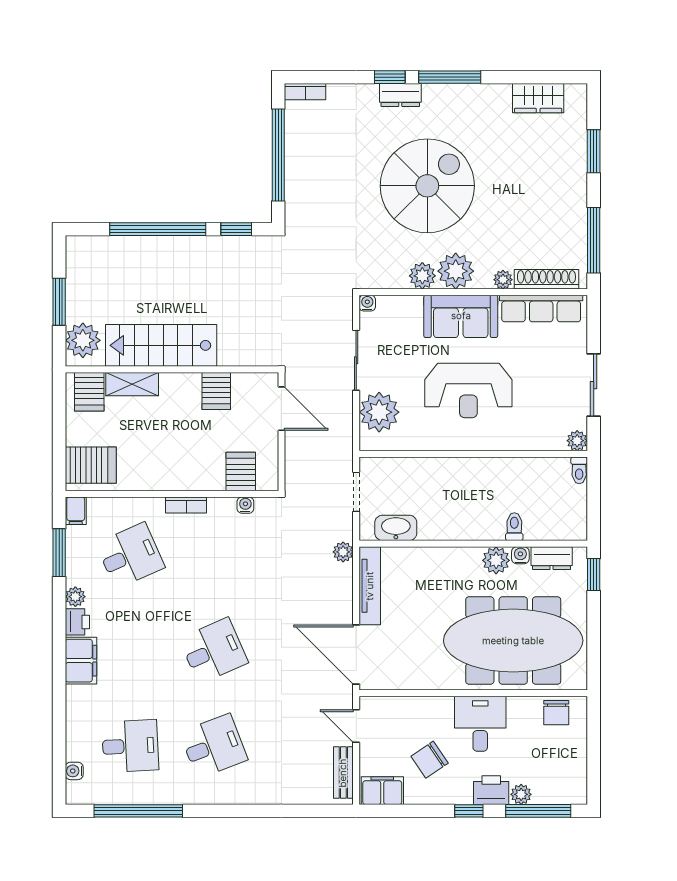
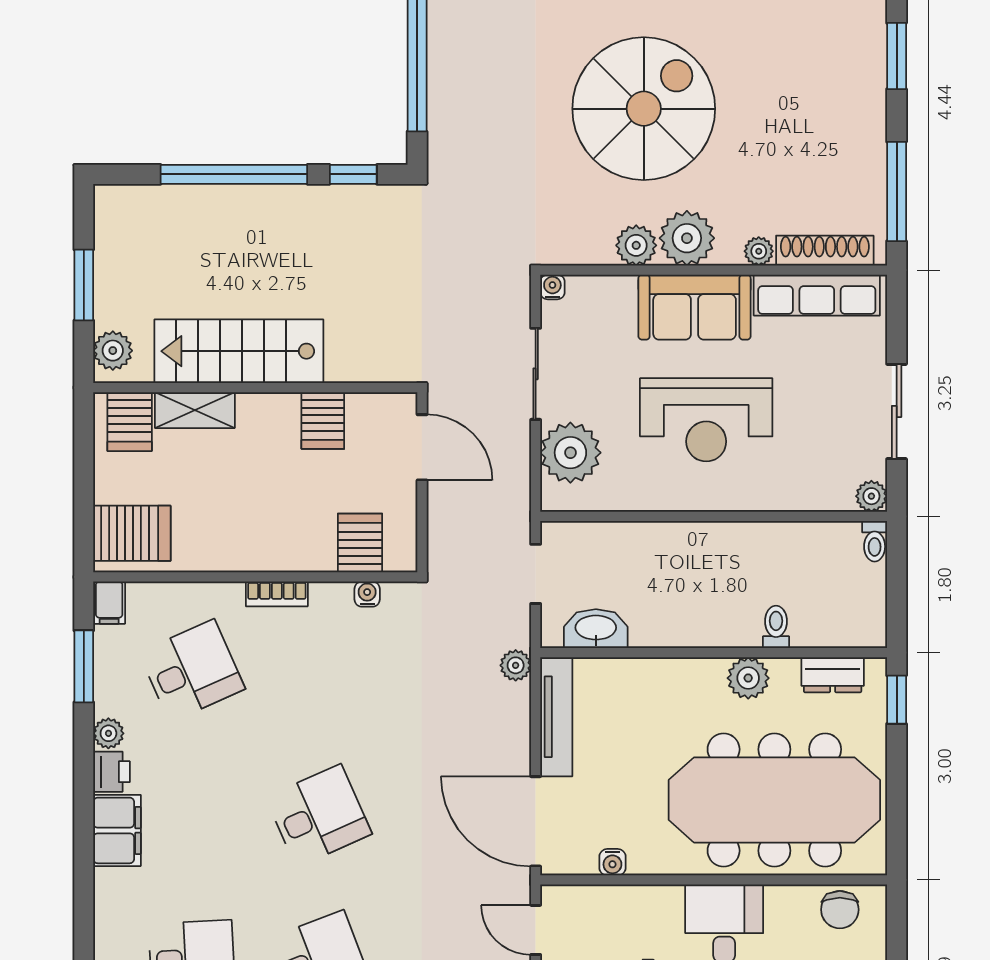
plant: (83, 340) -> (113, 351), width x0.73, depth x0.73
water cooler: (520, 555) -> (612, 862), moved, turned 180

